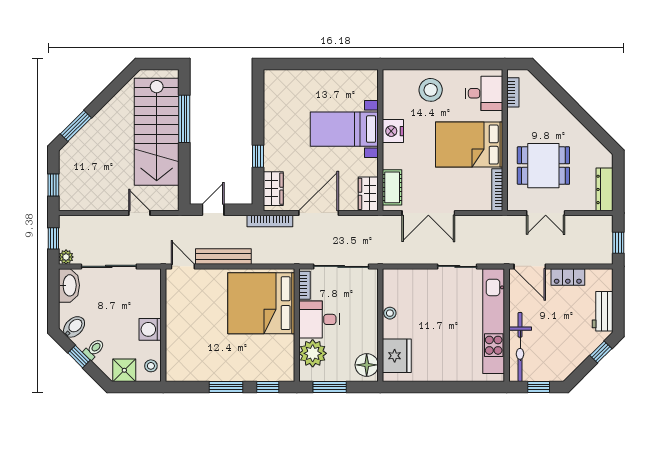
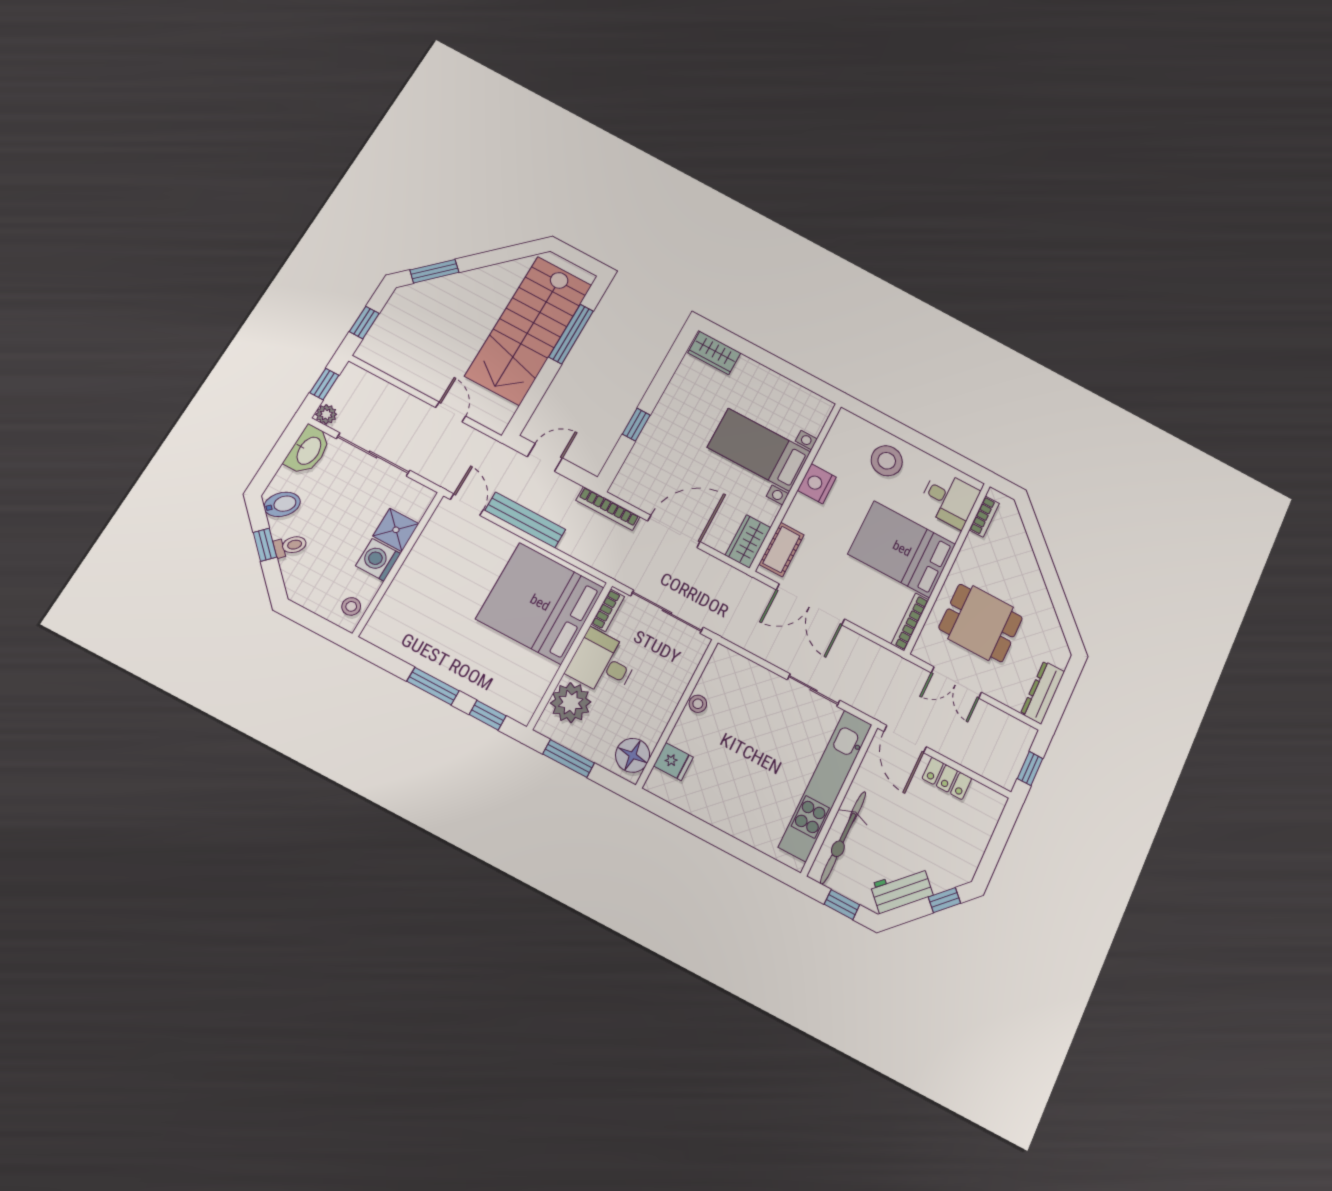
wardrobe: (273, 189) -> (714, 353), moved, turned 90
workbench: (603, 311) -> (902, 890), moved, turned 45
fridge: (397, 356) -> (673, 761), width x0.53, depth x0.75
shower: (124, 370) -> (396, 530), moved

